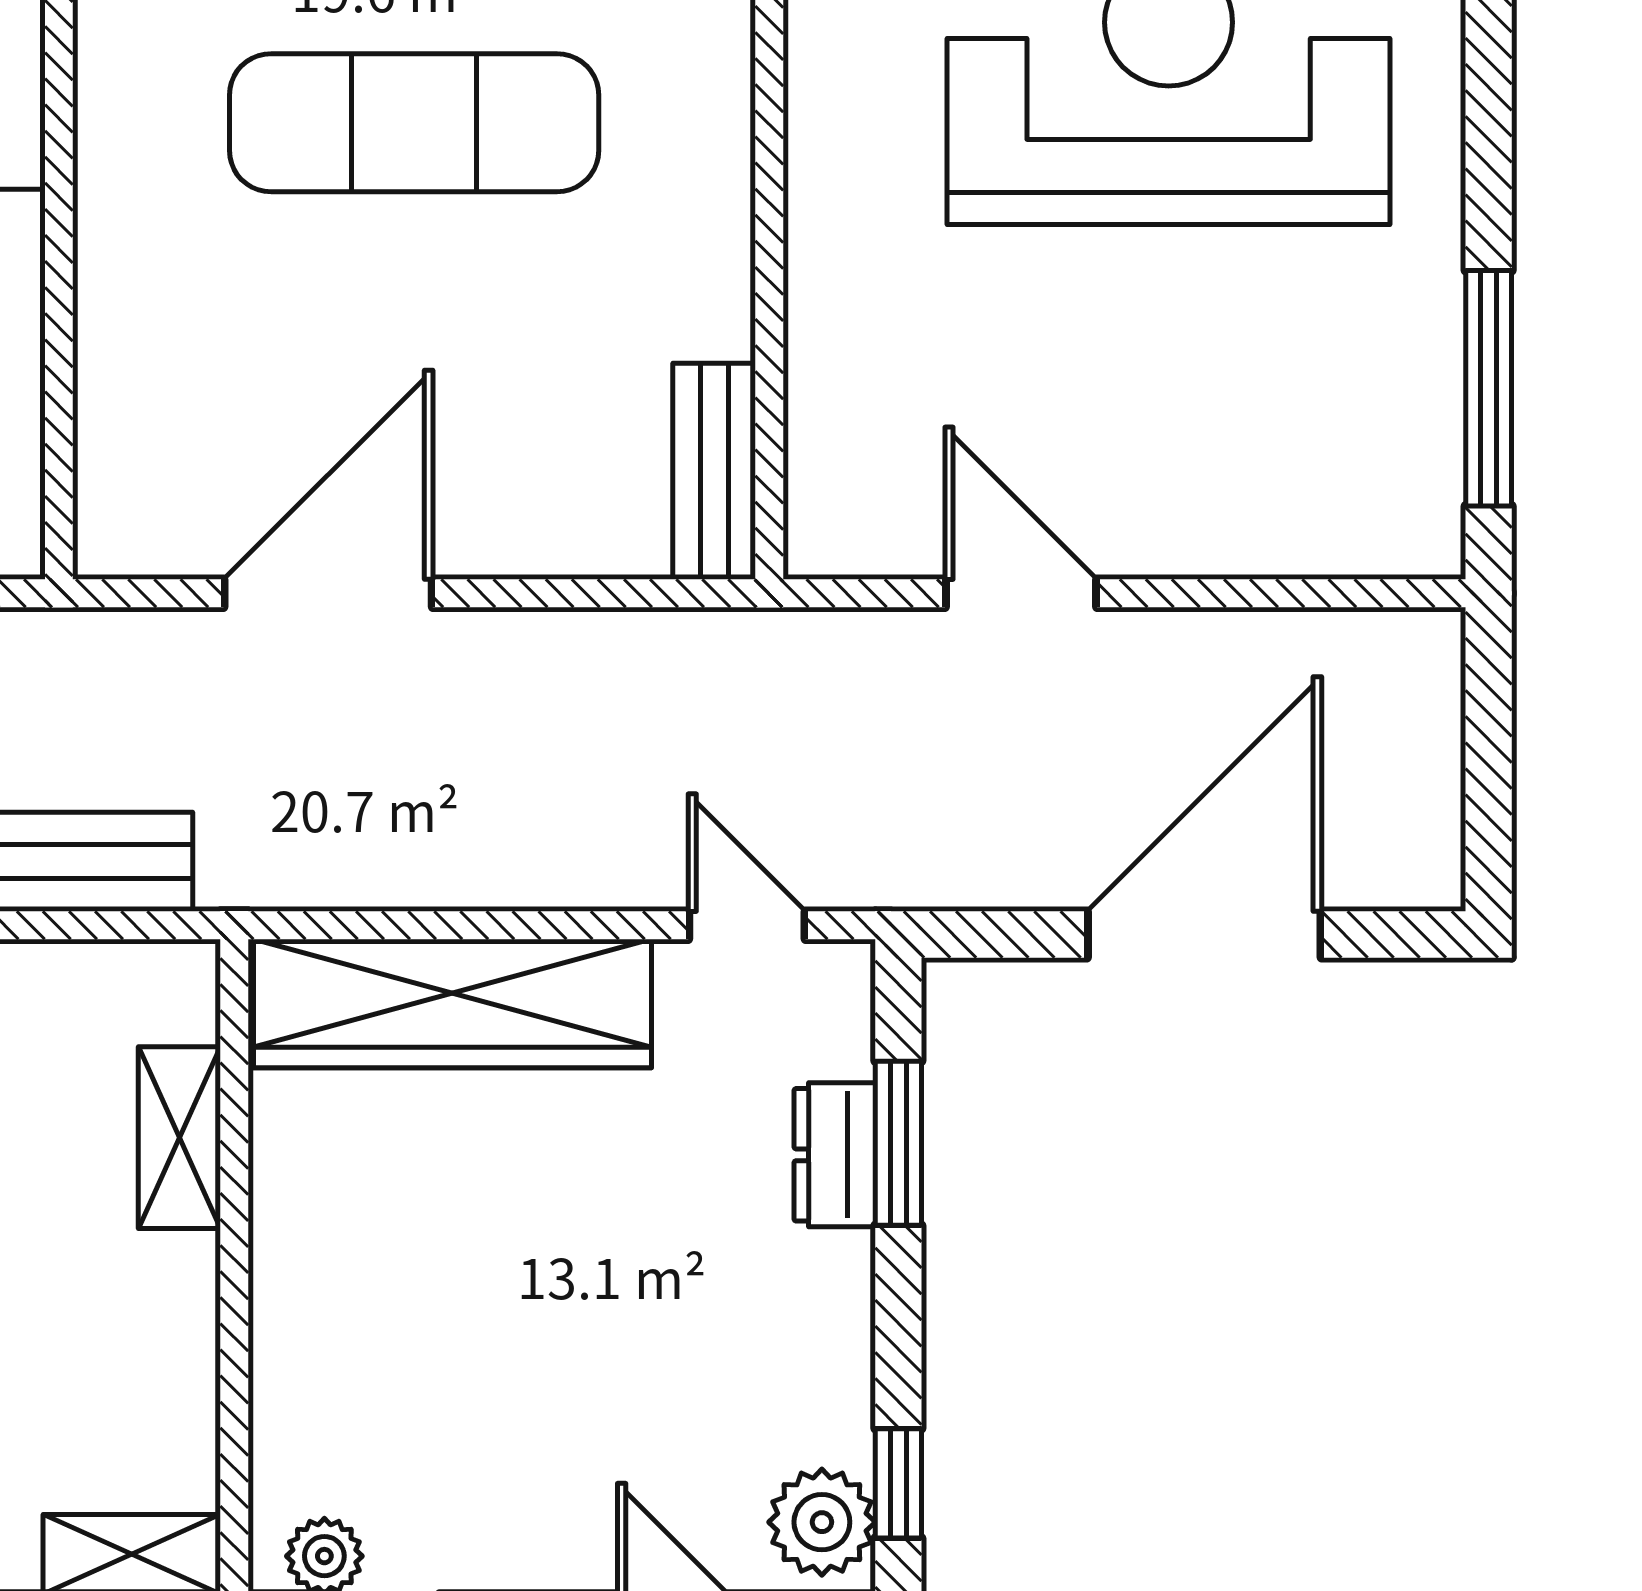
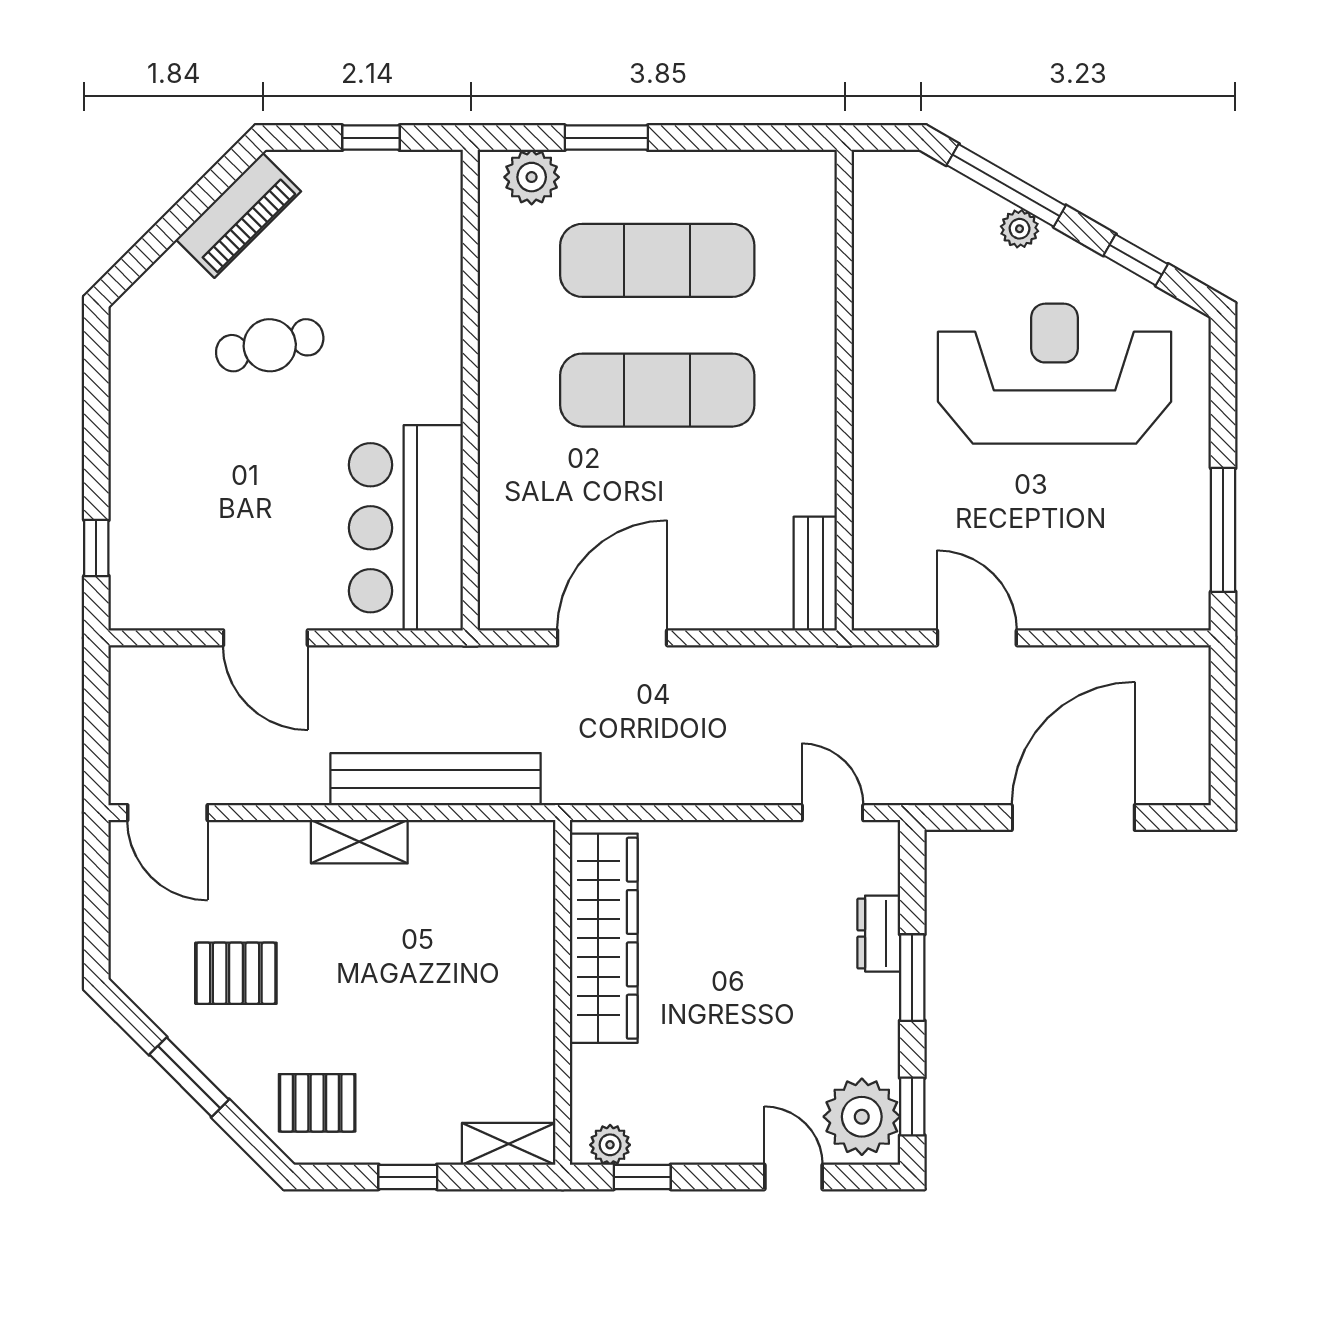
wardrobe: (452, 1003) -> (604, 938), moved, turned -90
shelving: (179, 1138) -> (534, 924), removed
window: (898, 1143) -> (912, 978), moved
plant: (822, 1522) -> (862, 1117), width x1.36, depth x1.36

